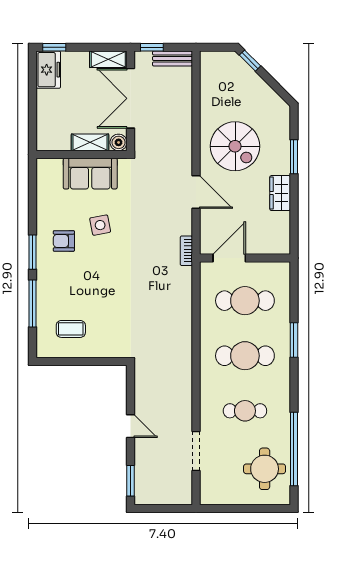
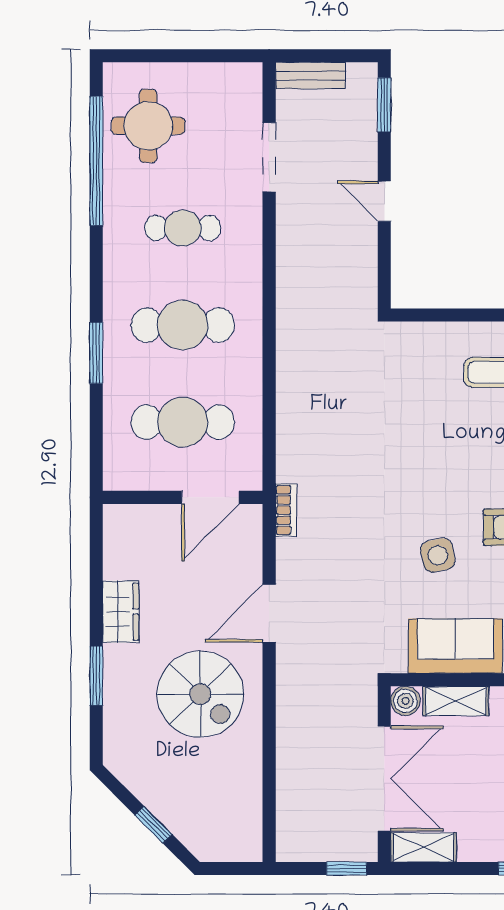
bench: (172, 58) -> (310, 76), moved
window: (250, 61) -> (153, 825), moved
spiral stairs: (235, 146) -> (200, 694), turned 180
door: (196, 192) -> (269, 613), hinge flipped

